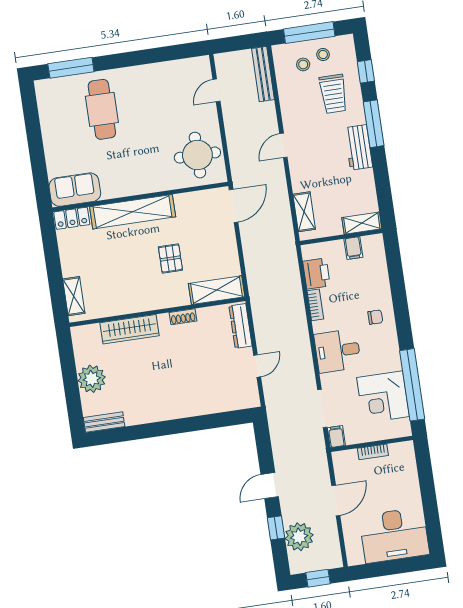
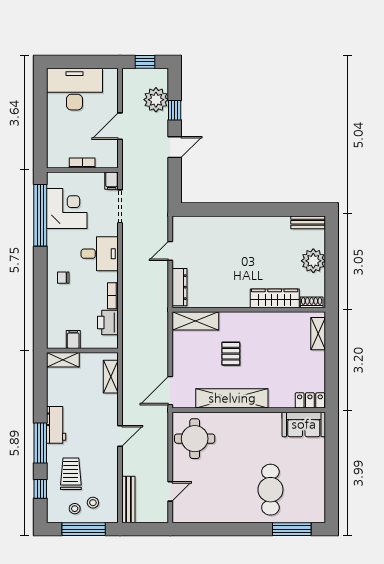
shelving: (133, 212) -> (232, 398), moved
shoe rack: (183, 317) -> (312, 302), moved

